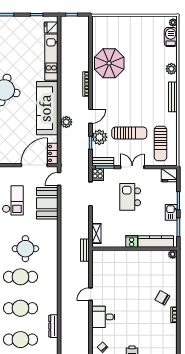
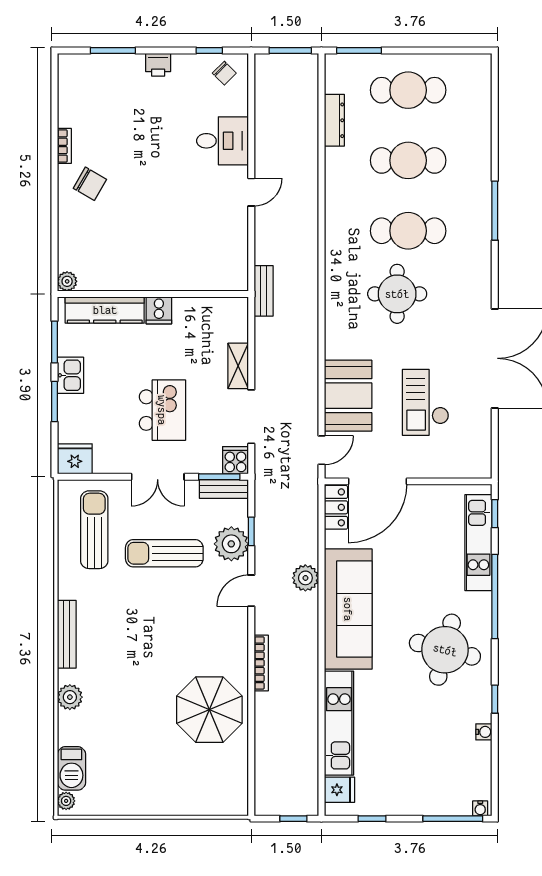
shelving: (96, 233) -> (238, 366), moved

